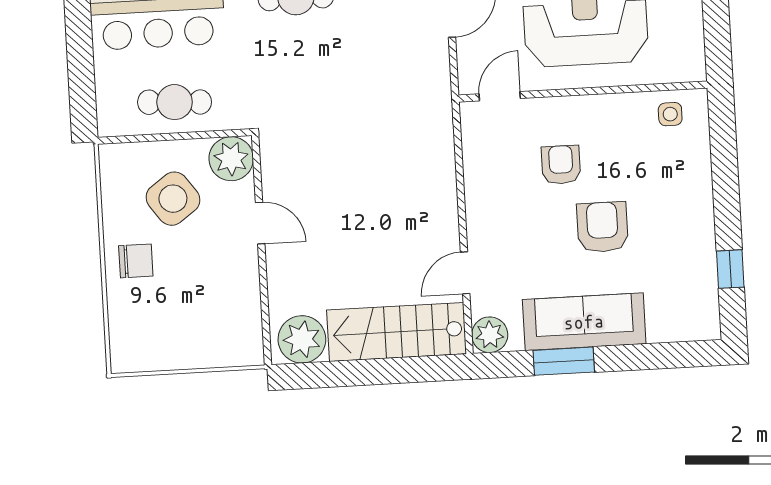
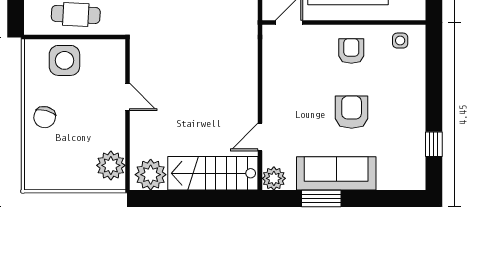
plant: (231, 159) -> (111, 165), moved
armchair: (561, 165) -> (351, 51), moved
side table: (173, 199) -> (64, 60), moved, turned 36
chair: (136, 261) -> (45, 117), turned 105

